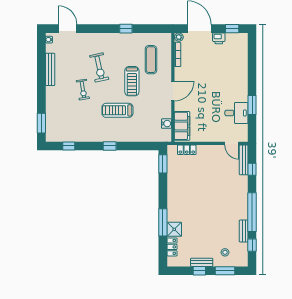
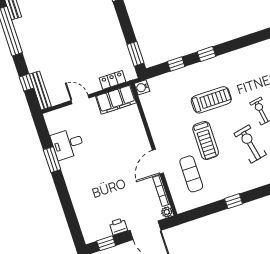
treadmill: (132, 81) -> (206, 141), turned 180
door: (173, 91) -> (158, 162), moved
water cooler: (166, 124) -> (142, 87), moved
filing cabinet: (182, 126) -> (116, 100), moved, turned -90
door: (232, 143) -> (80, 99), moved
window: (69, 146) -> (176, 64), moved

